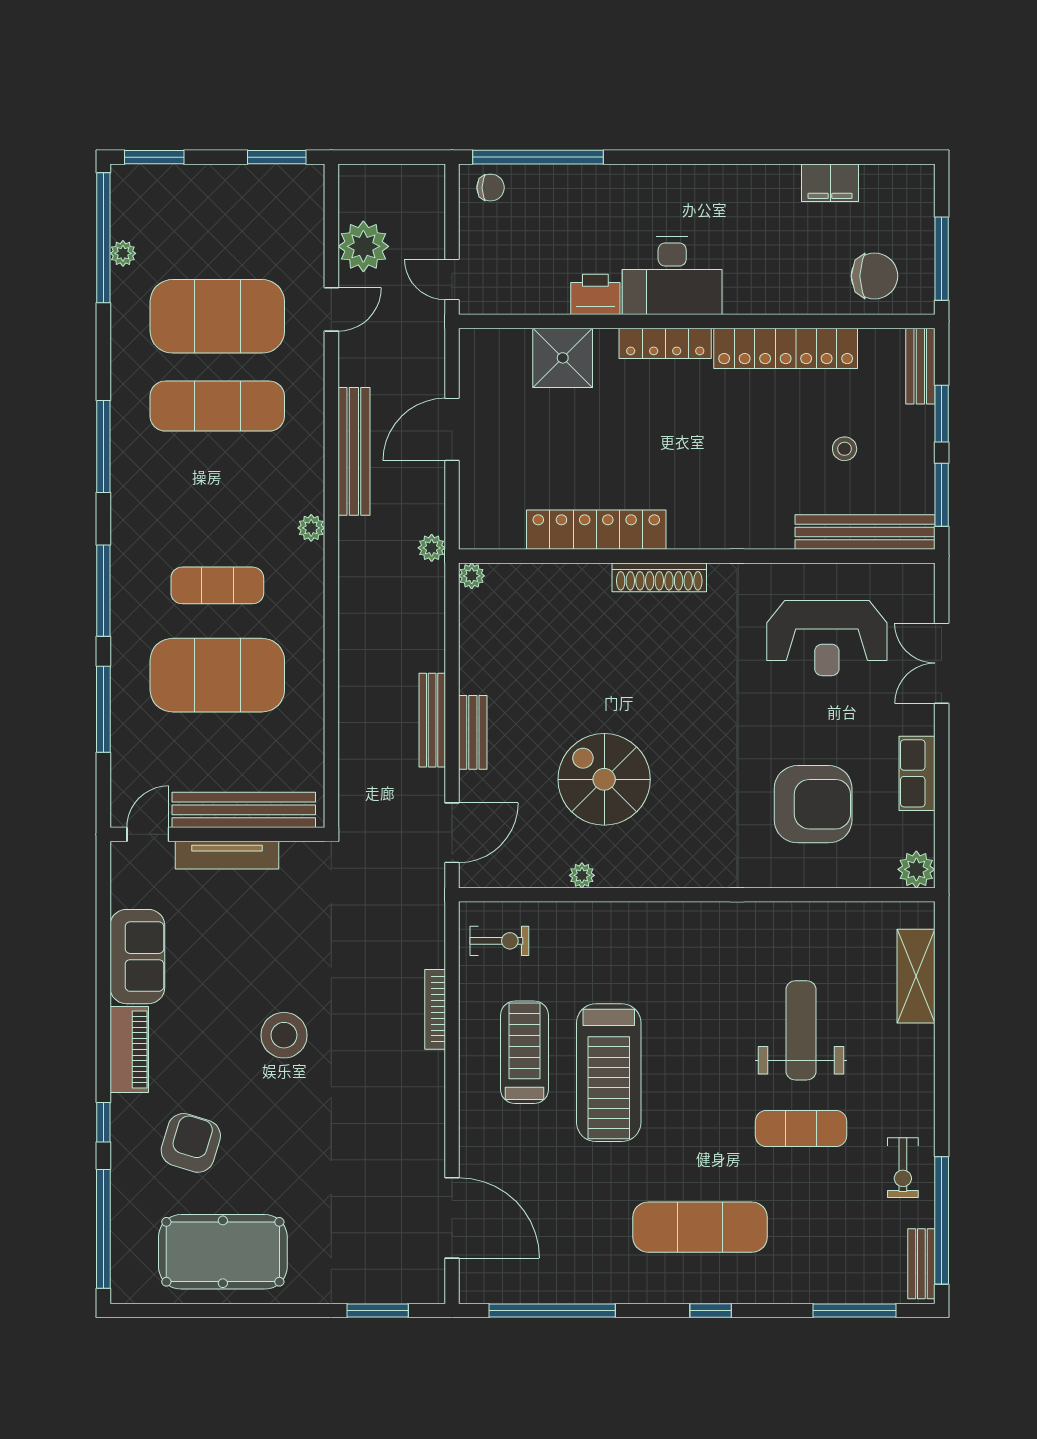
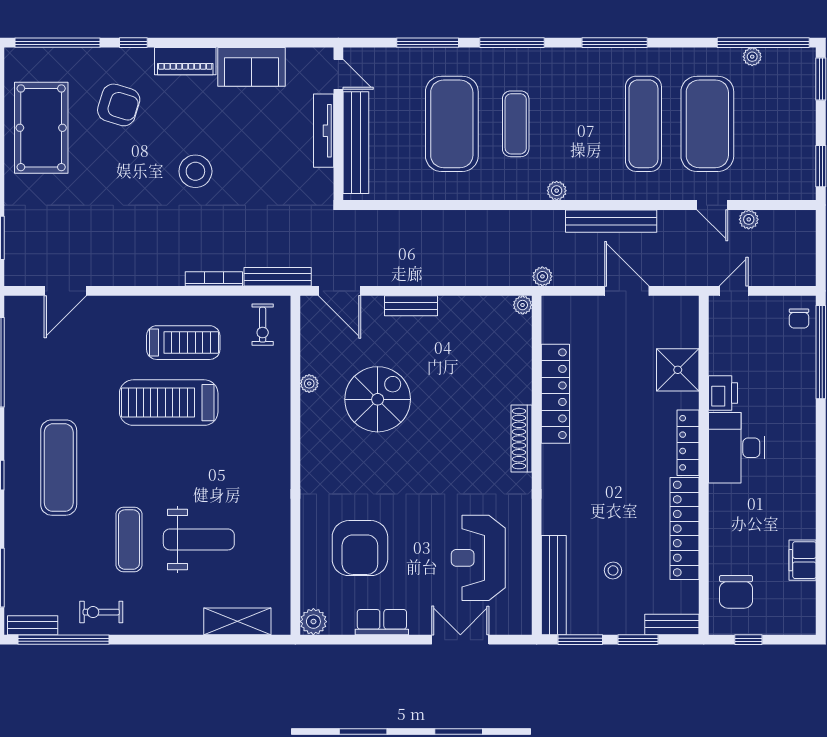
plant: (363, 246) -> (749, 219), width x0.53, depth x0.53
window: (942, 259) -> (748, 640), width x0.46
bench: (432, 720) -> (278, 277), moved
door: (452, 1218) -> (65, 291), width x0.73

